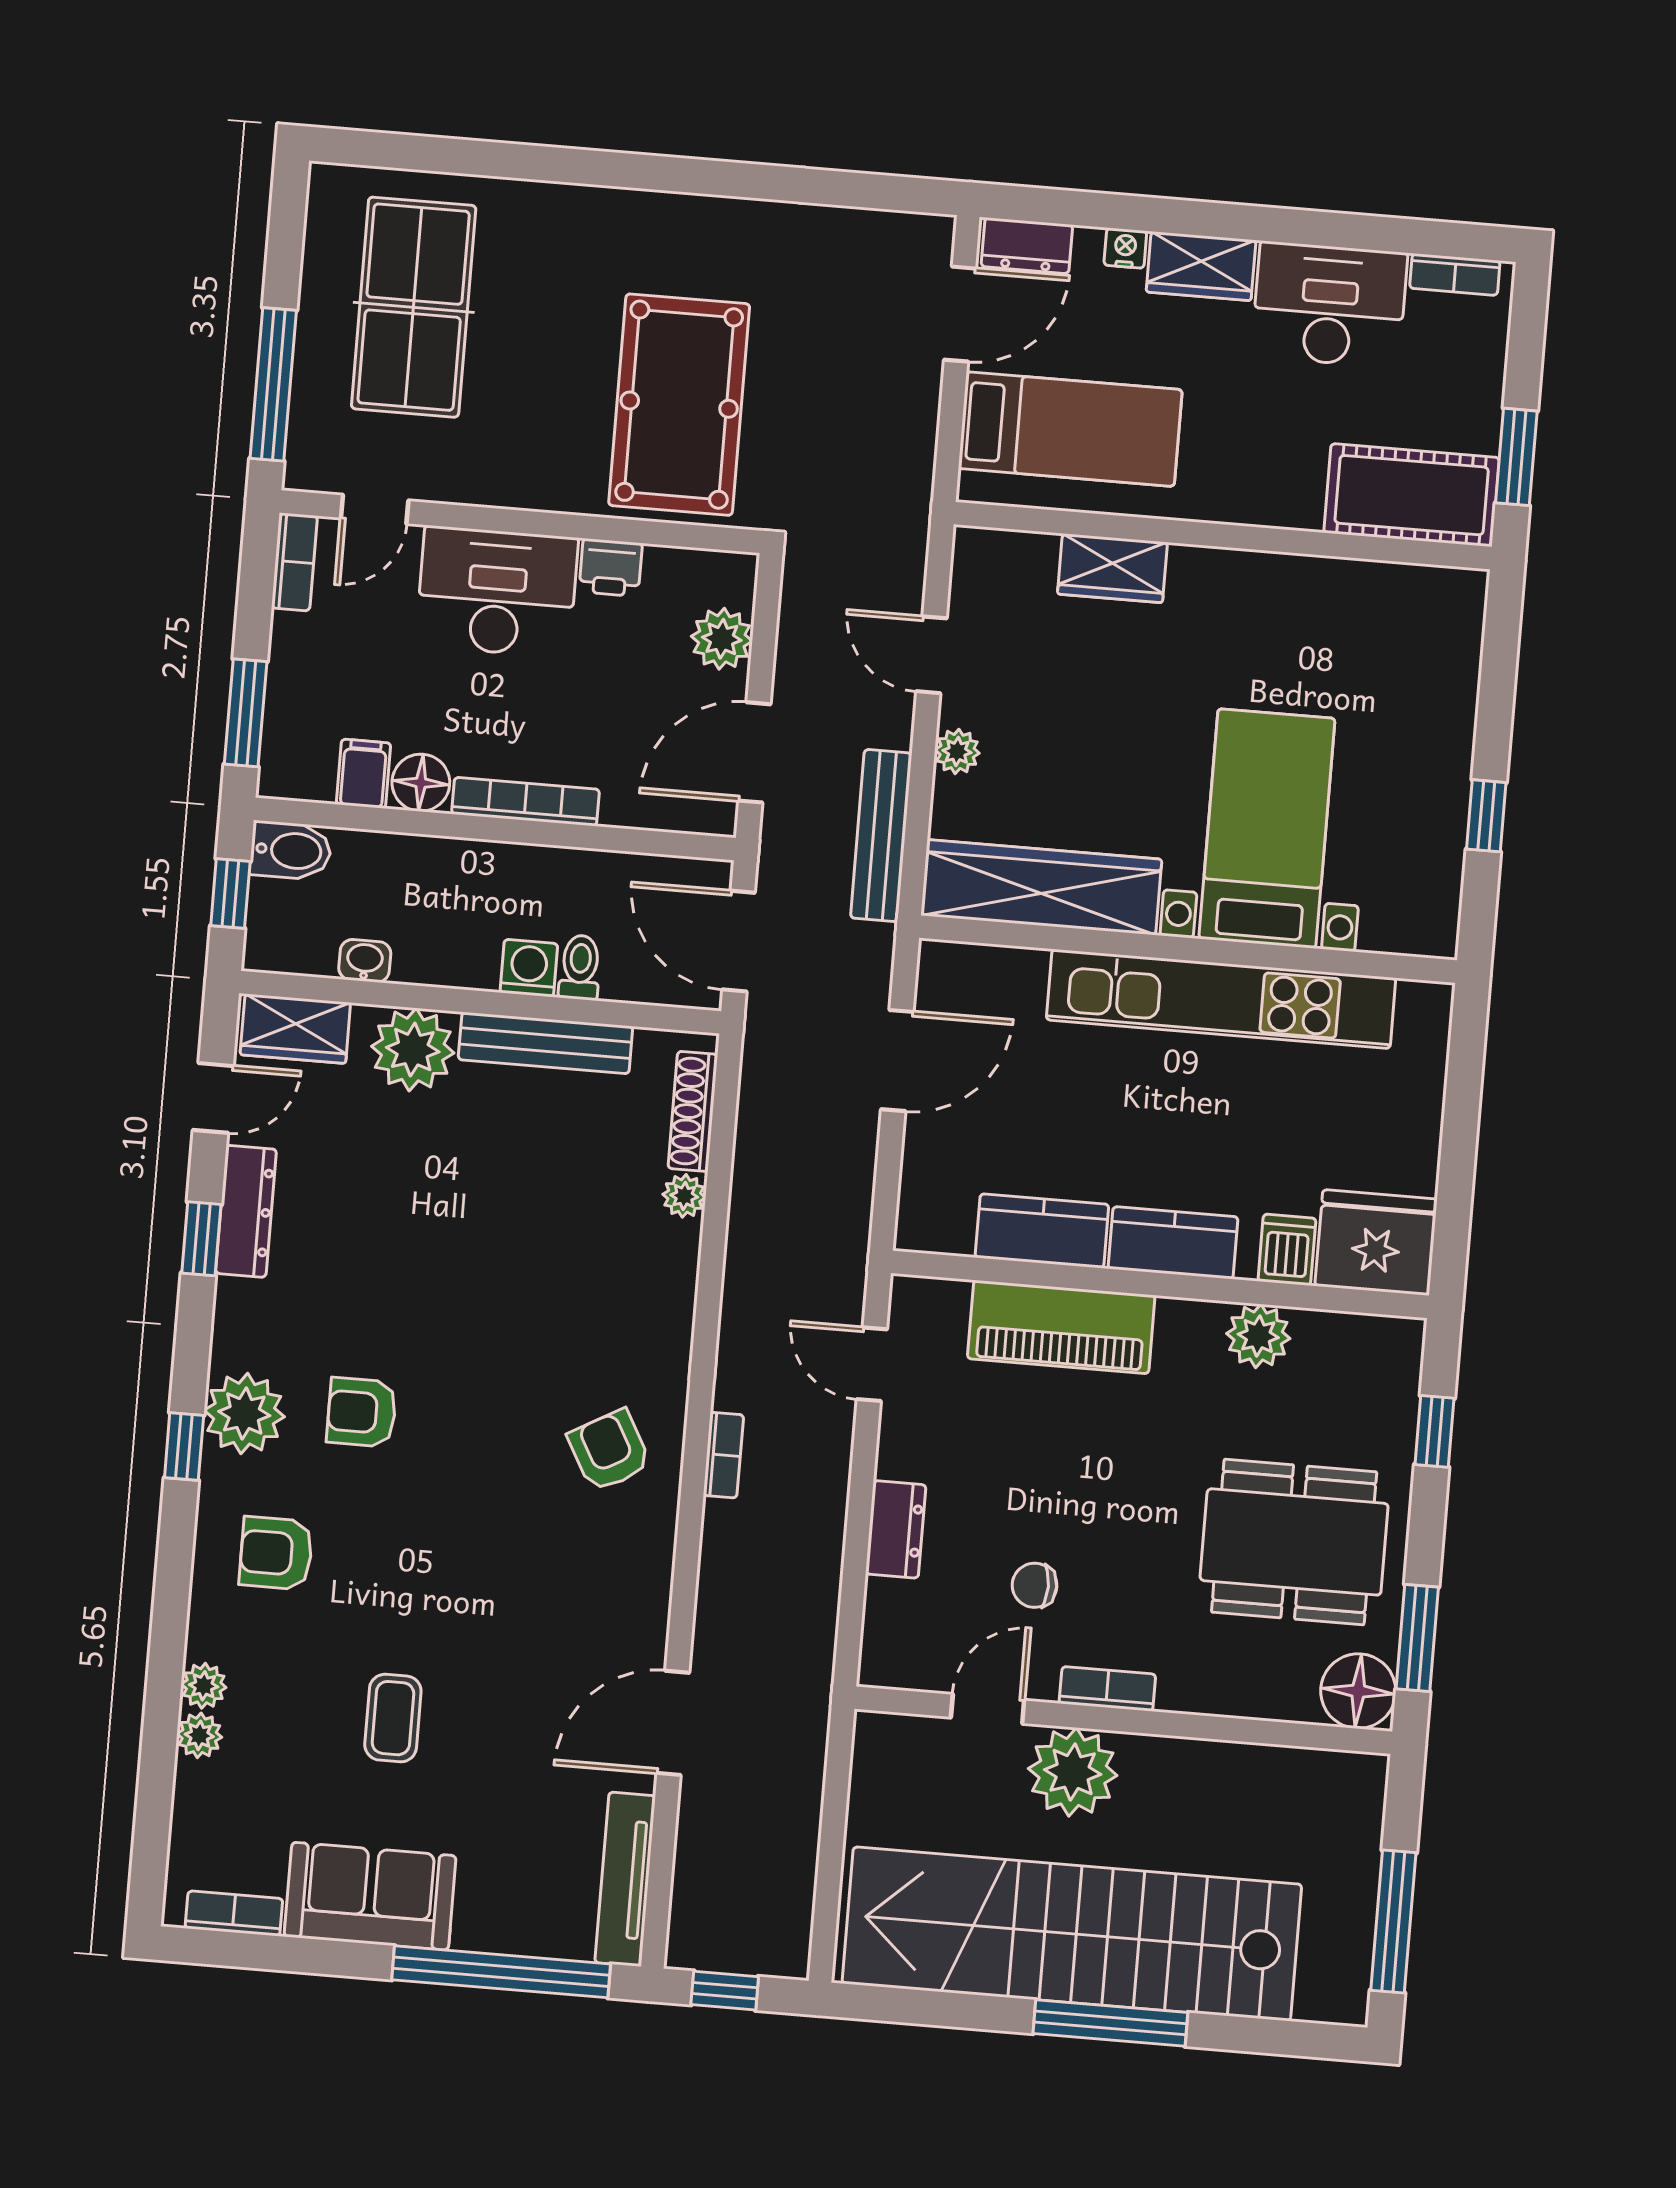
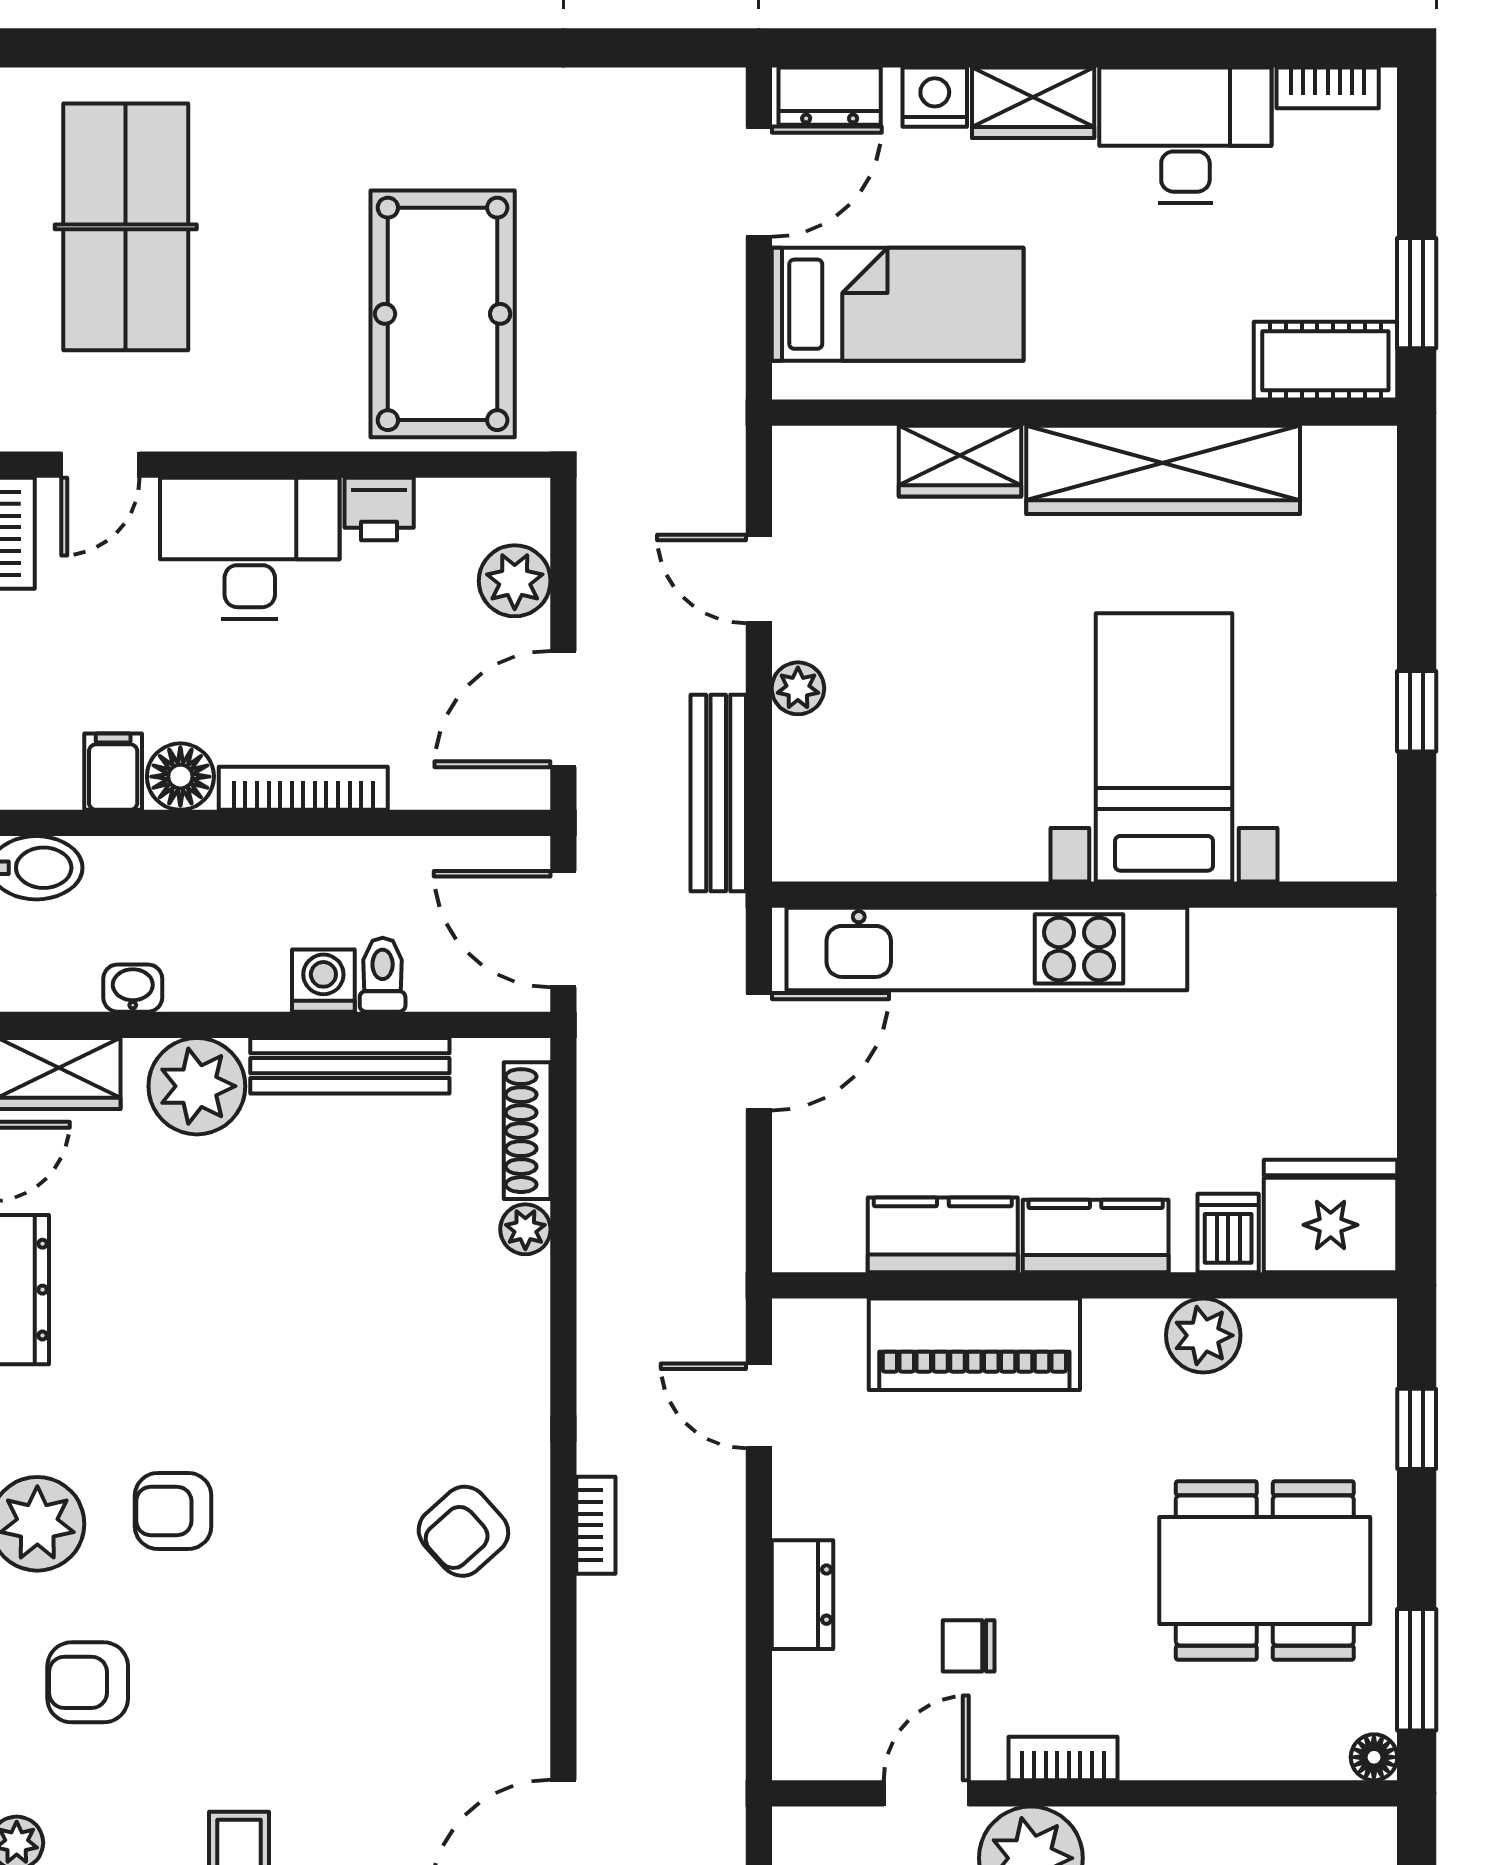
nightstand: (1125, 248) -> (935, 97), width x1.39, depth x1.35
cot: (1412, 495) -> (1325, 361), width x0.73, depth x0.75
wardrobe: (1041, 887) -> (1163, 470), moved, turned 180
kitchen unit: (1221, 999) -> (987, 949), moved
armchair: (609, 1451) -> (463, 1531), turned -103
floor lamp: (1358, 1691) -> (1374, 1757), width x0.53, depth x0.53

